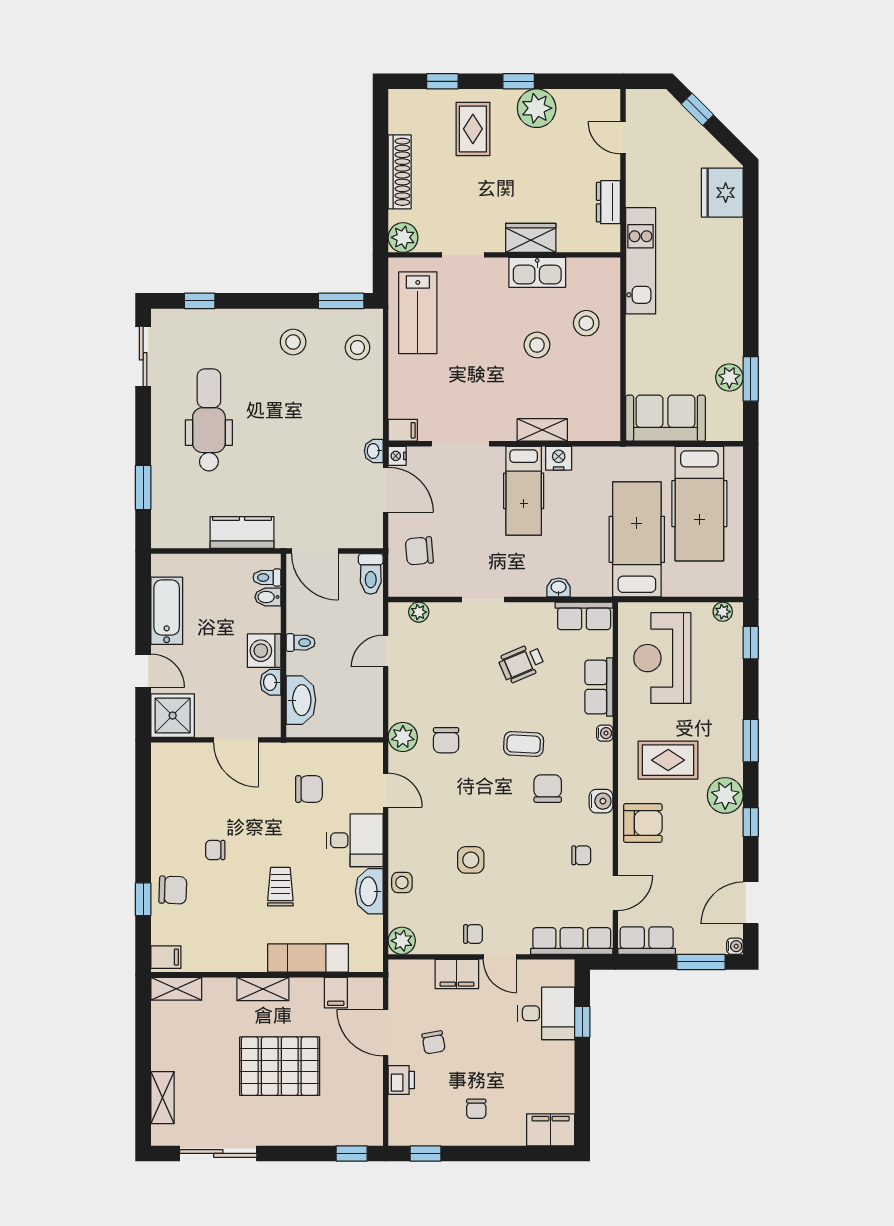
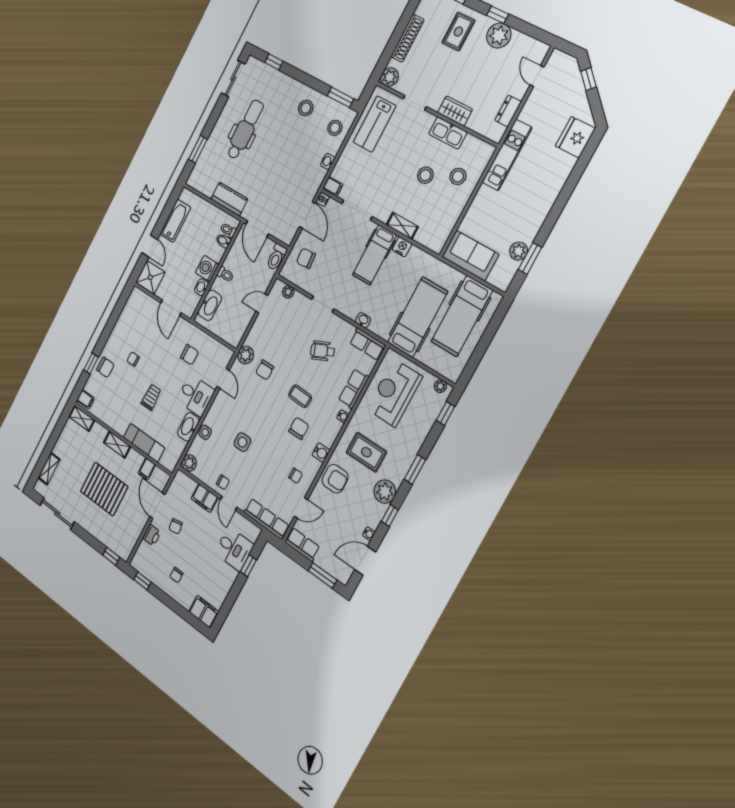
washbasin: (374, 451) -> (328, 161), moved
water cooler: (735, 946) -> (369, 534), moved

